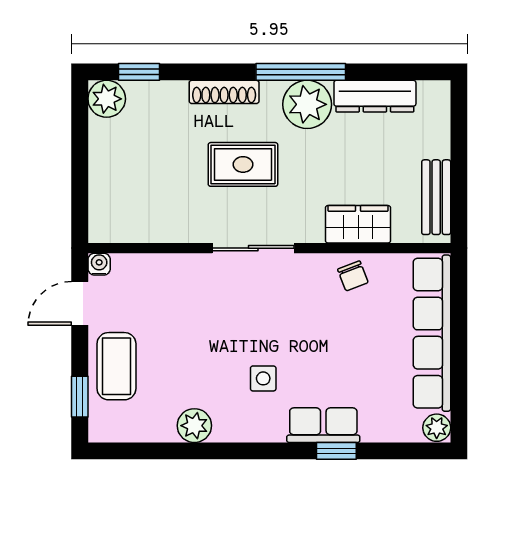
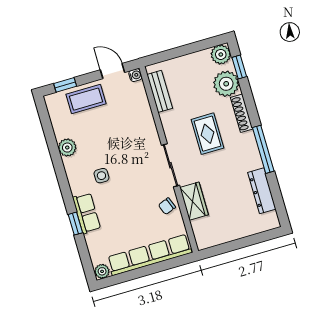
plant: (307, 104) -> (226, 84), moved
bench: (436, 197) -> (160, 91), moved, turned 90
sliding door: (253, 248) -> (170, 165), moved

